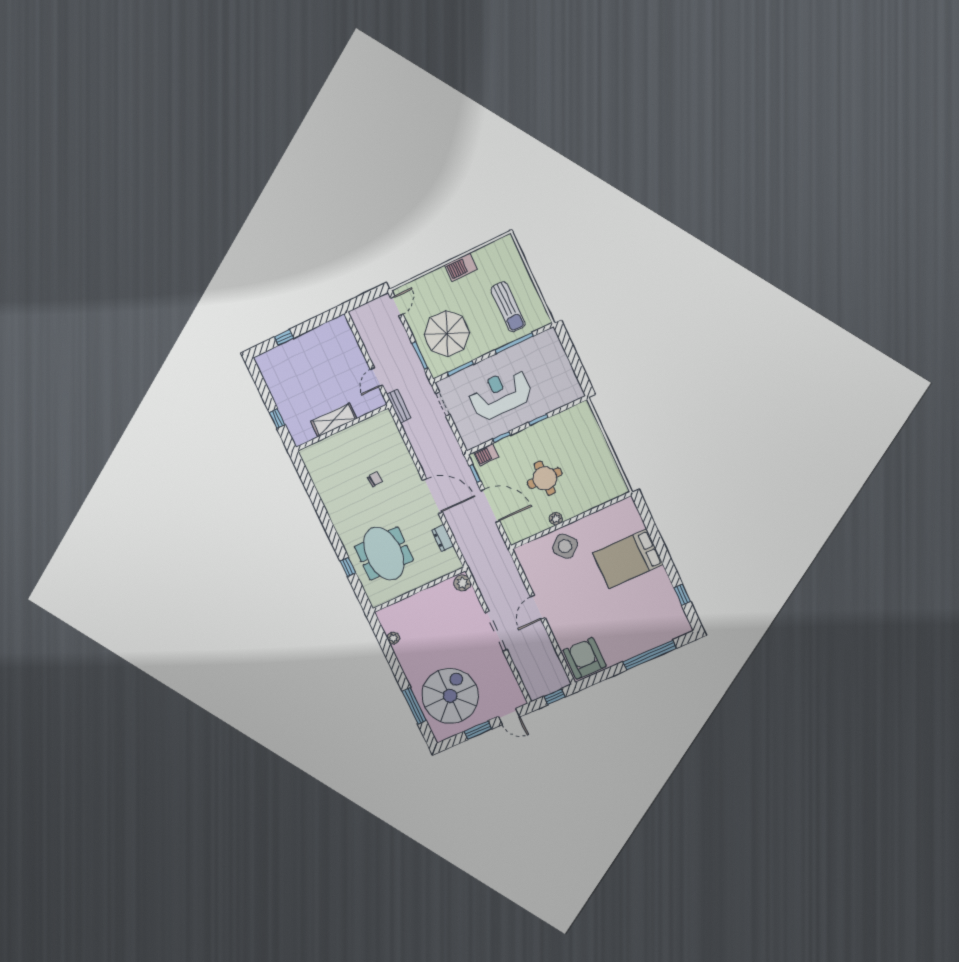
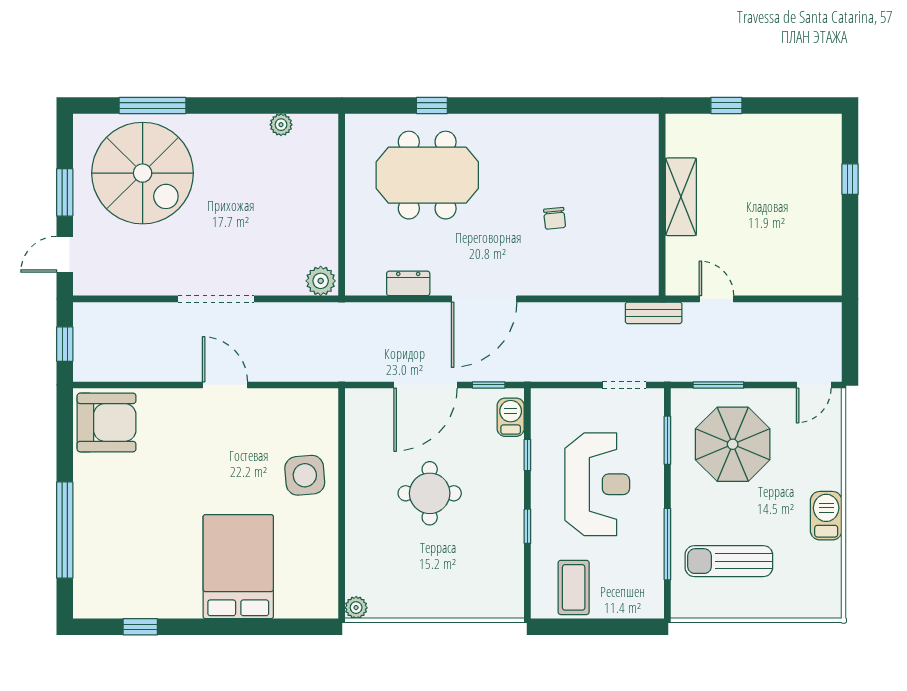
door: (397, 306) -> (814, 385), hinge flipped
coffee table: (559, 381) -> (574, 587), added
plant: (556, 519) -> (356, 608), moved
side table: (565, 546) -> (305, 475), turned 38

